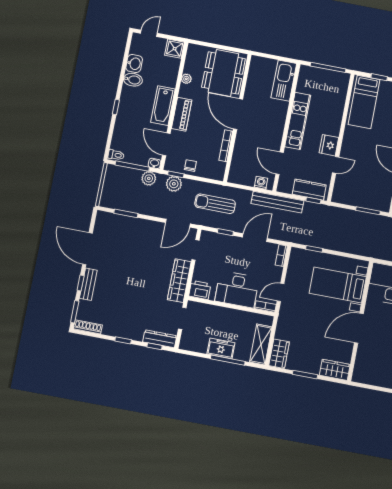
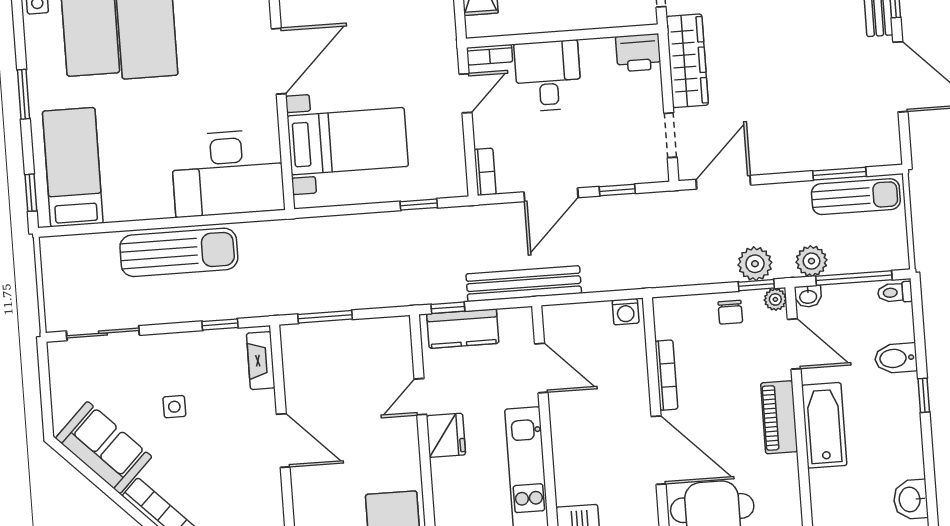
plant: (186, 79) -> (775, 299), moved
bidet: (133, 80) -> (896, 358), moved
washing machine: (261, 183) -> (626, 312), moved
sun lounger: (215, 204) -> (856, 197), moved
desk: (237, 289) -> (548, 76), width x0.73

